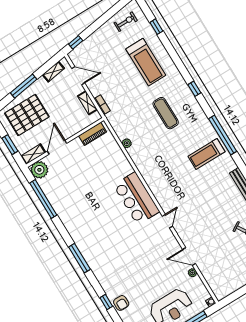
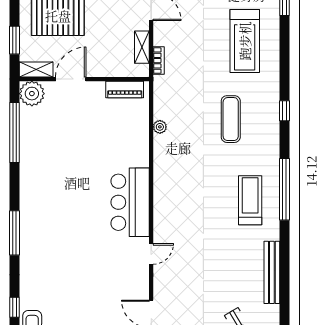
treadmill: (206, 154) -> (250, 200), turned 90

